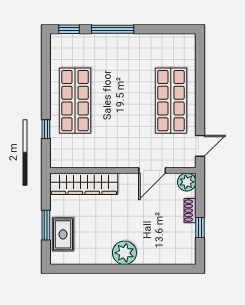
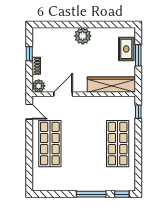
window: (46, 129) -> (138, 112), moved
door: (200, 146) -> (29, 112), swing flipped

